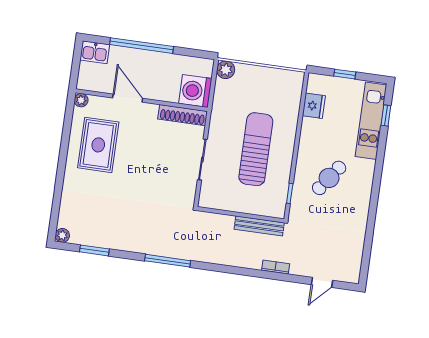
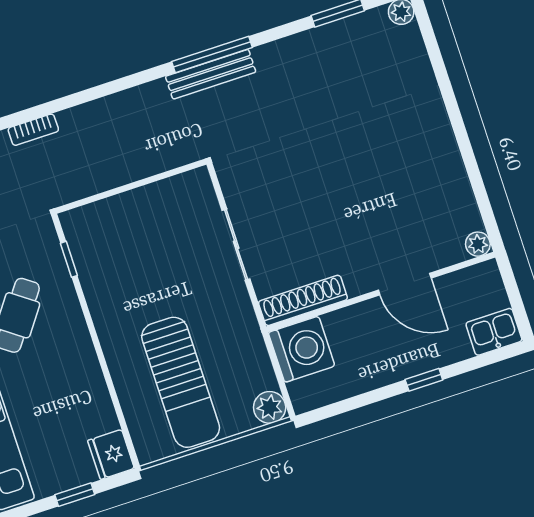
window: (142, 46) -> (424, 380), width x0.32
fridge: (314, 106) -> (111, 454), moved
rug: (98, 145) -> (415, 186), removed
sun lounger: (256, 149) -> (181, 382), moved
bench: (259, 226) -> (211, 74), moved

